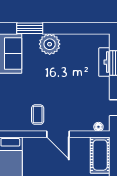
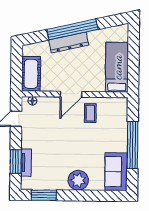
window: (30, 28) -> (44, 195), moved
door: (58, 134) -> (71, 94), swing flipped

